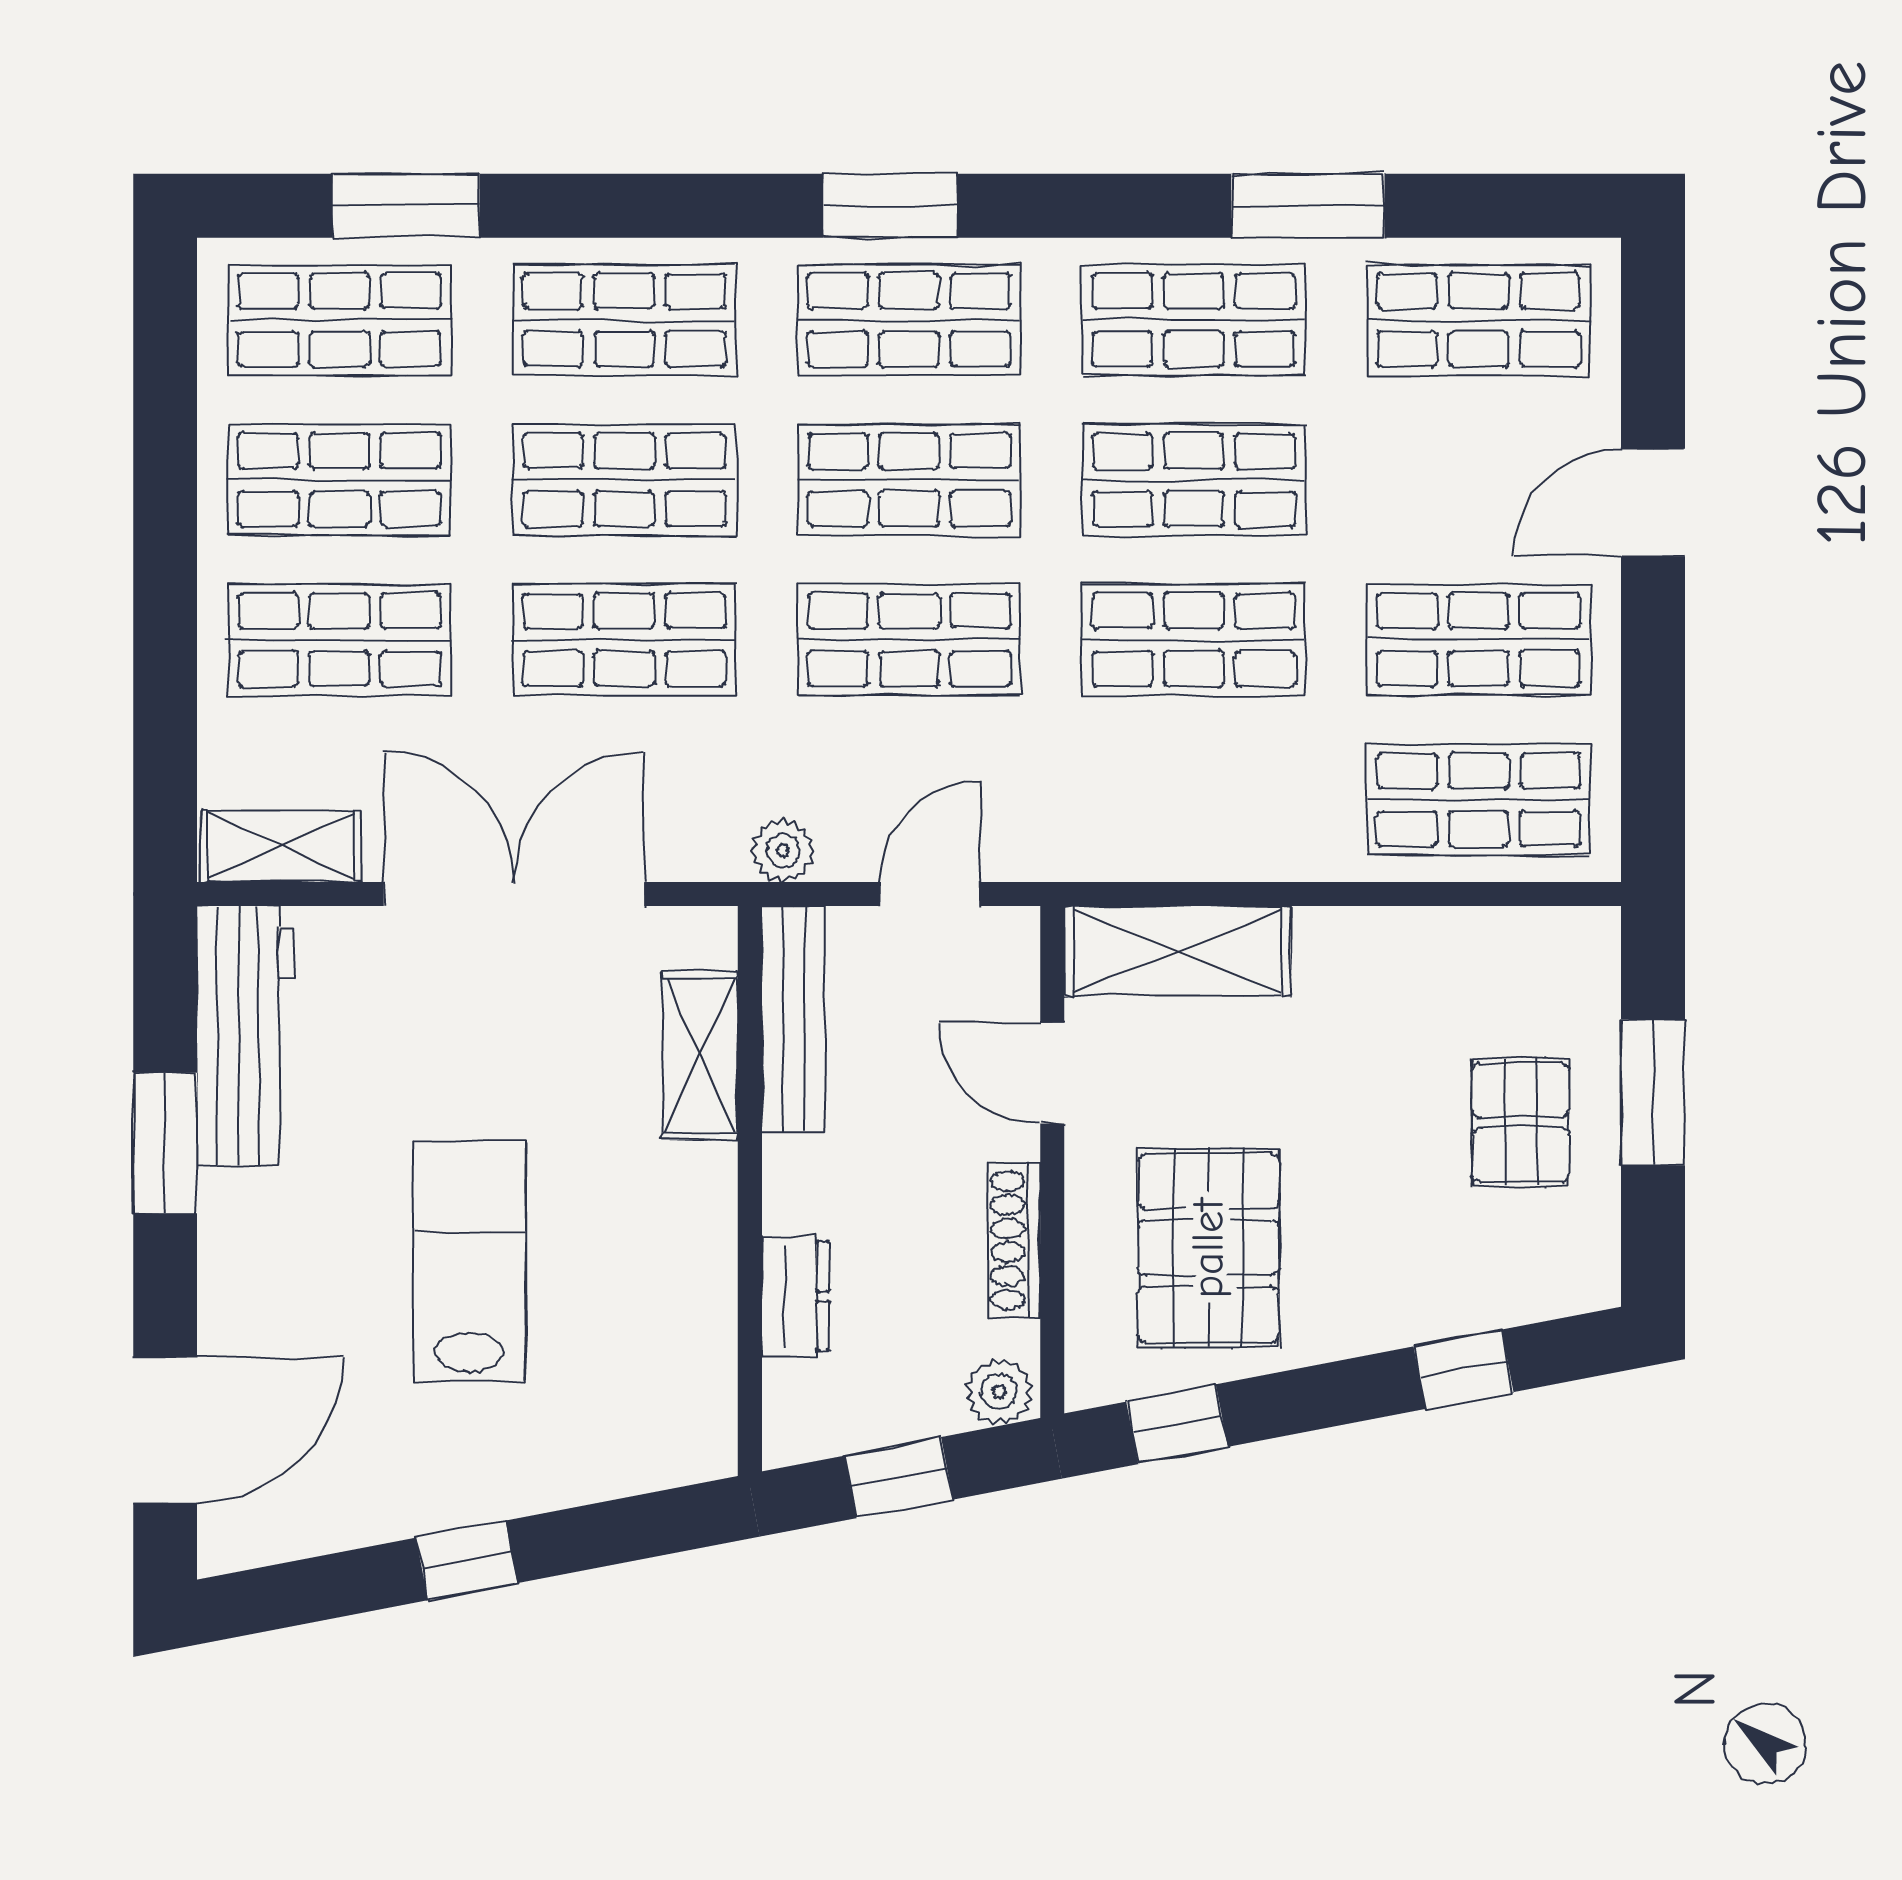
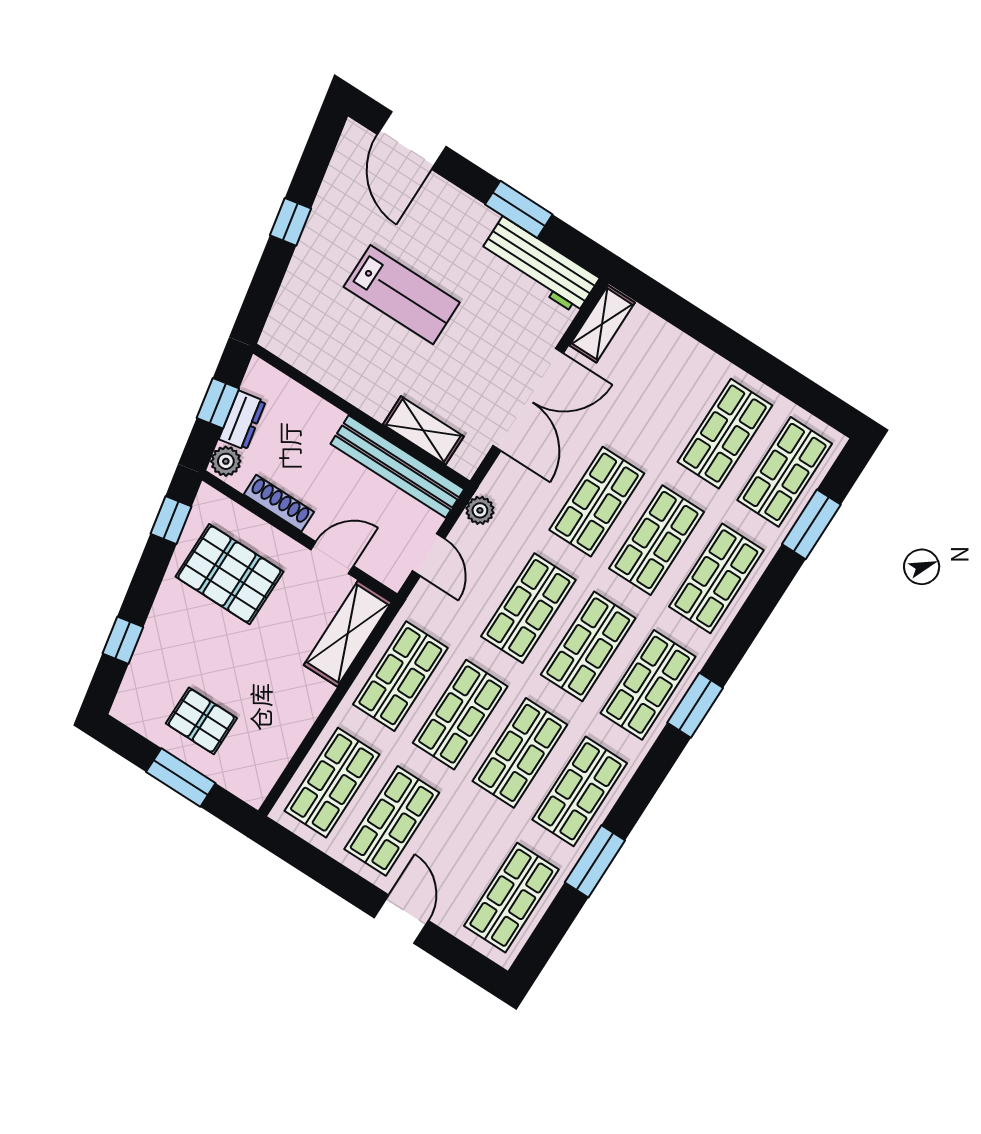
shop shelf: (339, 640) -> (400, 676), moved
bench: (793, 1019) -> (397, 467), width x1.37, depth x1.21
dresser: (795, 1296) -> (242, 420), moved, turned -101

